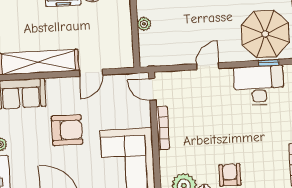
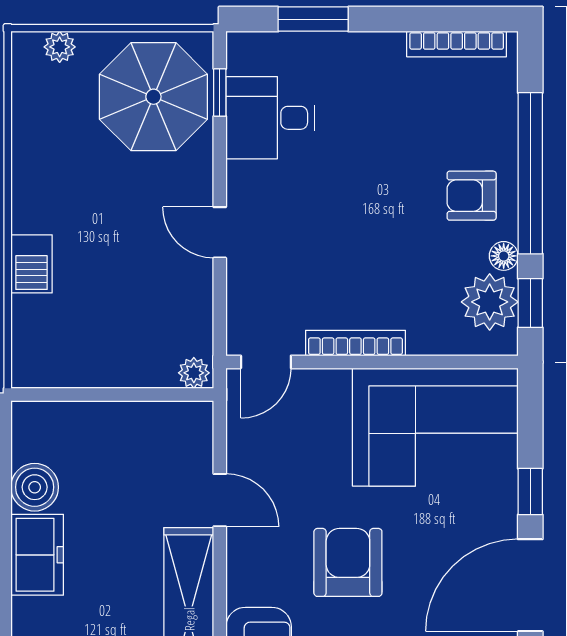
plant: (144, 24) -> (194, 373), moved
desk: (259, 85) -> (270, 118), width x0.73

